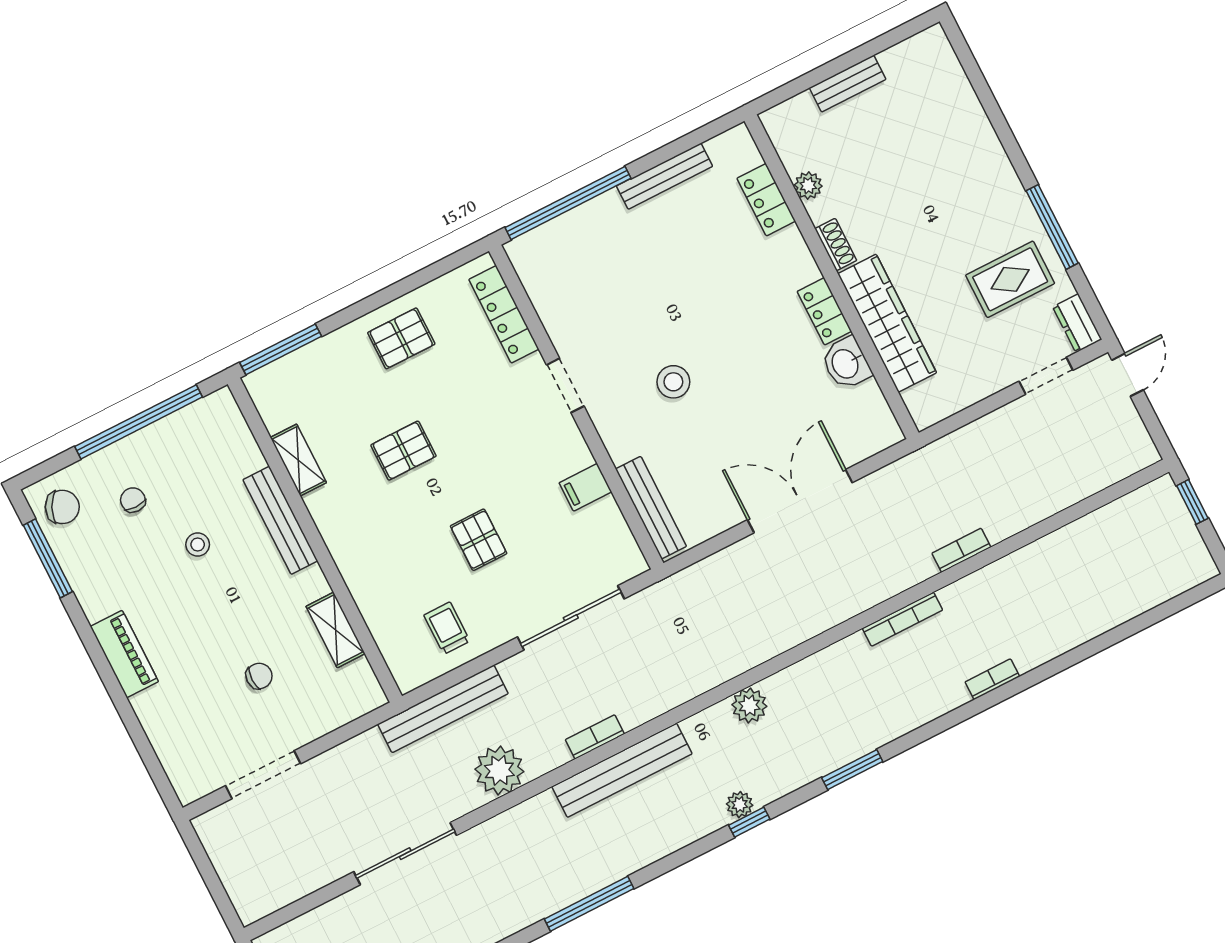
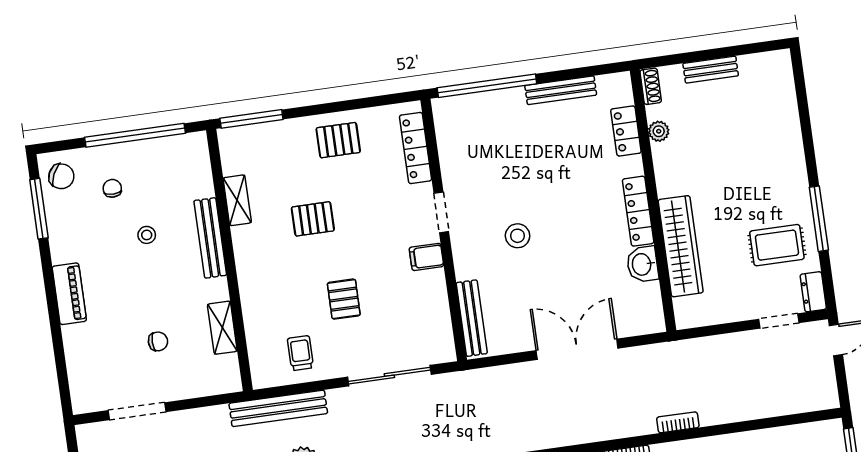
shoe rack: (836, 245) -> (651, 86), moved
locker: (824, 311) -> (638, 211), width x1.53
filing cabinet: (585, 487) -> (426, 257), moved

